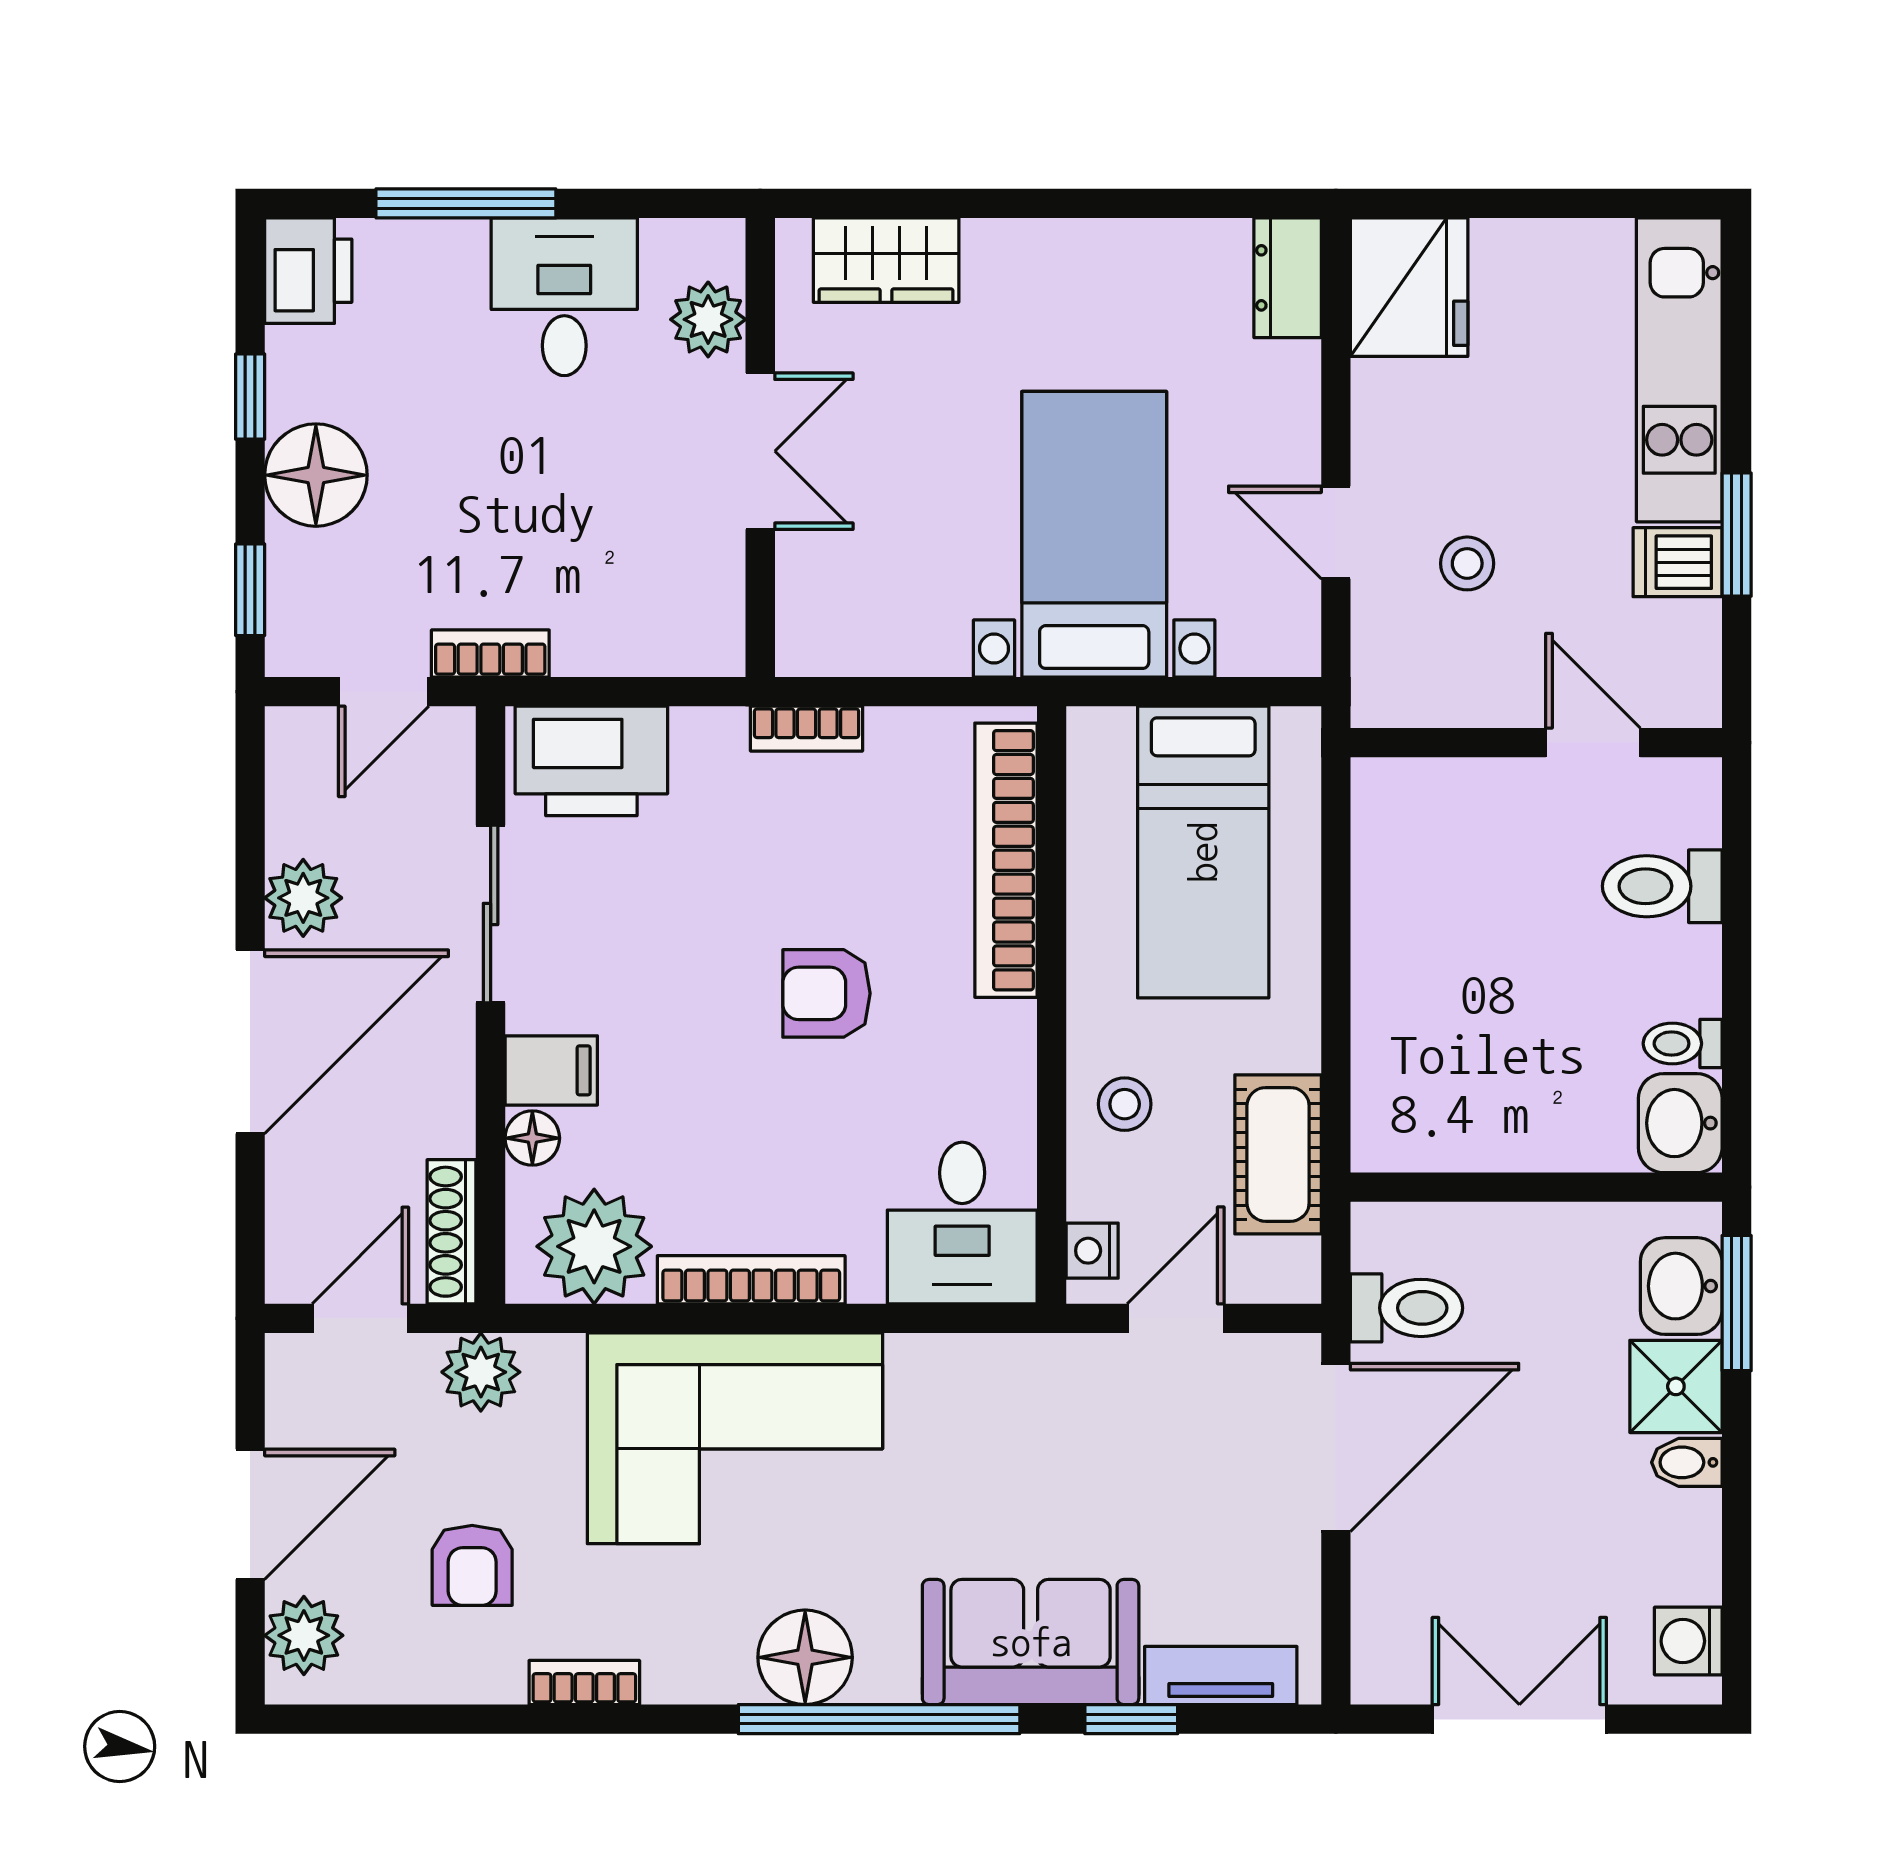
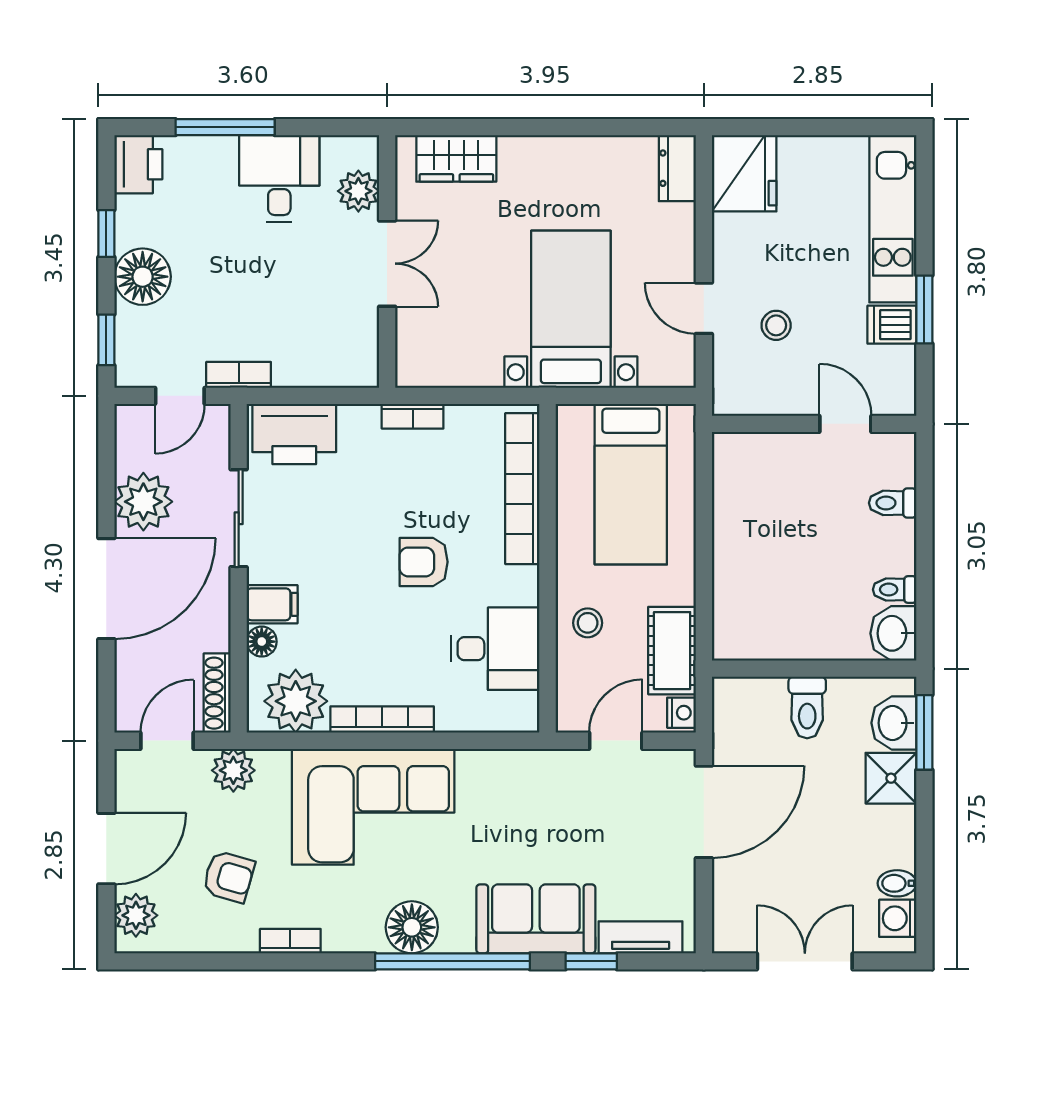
toilet: (1662, 886) -> (893, 503), width x0.73, depth x0.72
plant: (303, 898) -> (143, 502), width x1.36, depth x1.36
desk: (962, 1223) -> (495, 649), moved, turned -90
nightstand: (1092, 1251) -> (682, 713), moved, turned 180
toilet: (1407, 1308) -> (807, 707), moved, turned 90
bidet: (1687, 1462) -> (897, 883), moved
armchair: (472, 1565) -> (229, 877), turned -74

